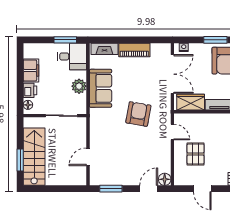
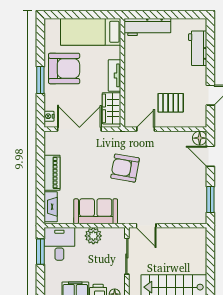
door: (88, 157) -> (146, 226), moved

